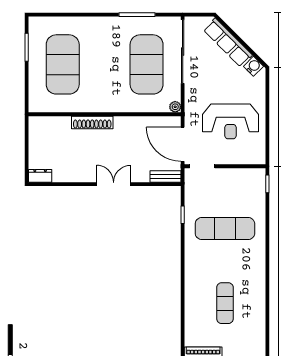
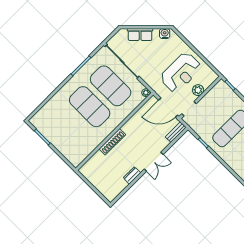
row of seats: (228, 43) -> (140, 35), width x0.68
exercise mat: (63, 64) -> (90, 107), moved
plant: (230, 157) -> (198, 90), added
dresser: (40, 176) -> (132, 175), moved
double door: (114, 184) -> (154, 162), swing flipped

